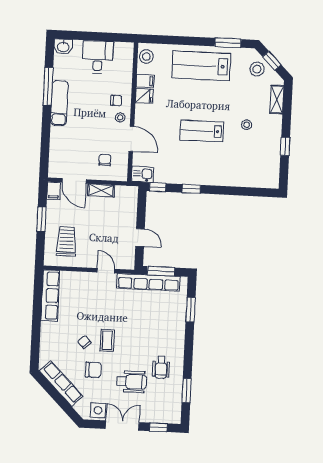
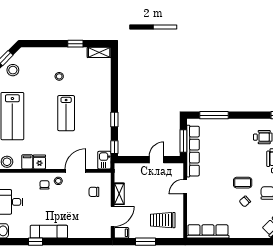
window: (48, 86) -> (36, 242), width x0.46
shelving: (277, 99) -> (99, 52), moved
window: (191, 310) -> (214, 115), width x1.44

